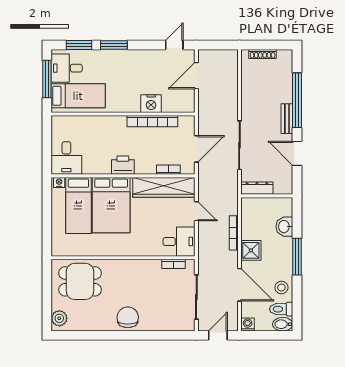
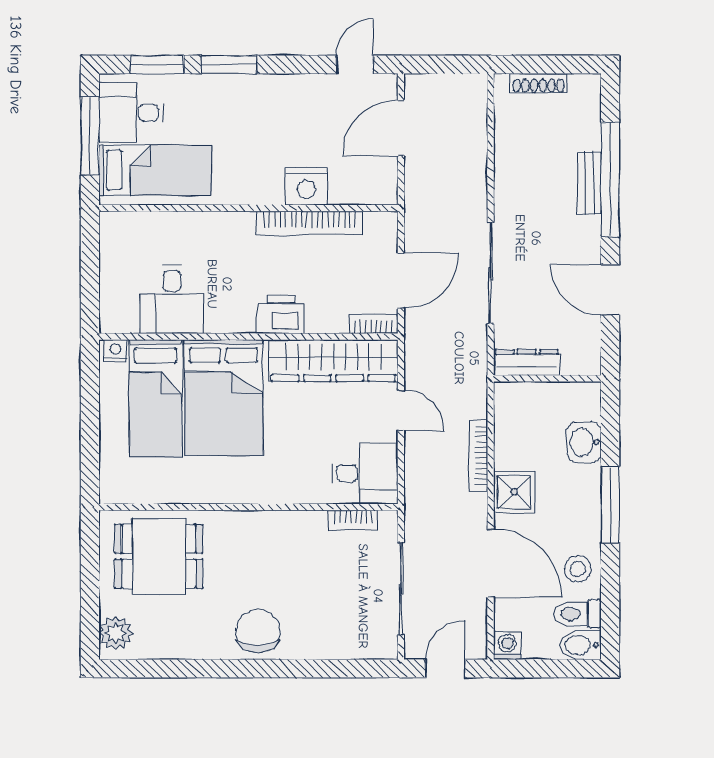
bench: (287, 119) -> (589, 183), moved
desk: (66, 158) -> (172, 300), moved
printer: (123, 165) -> (281, 314), moved
bookcase: (168, 170) -> (373, 324), moved

